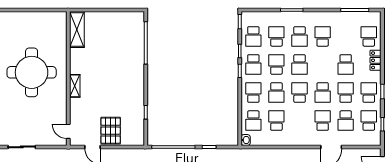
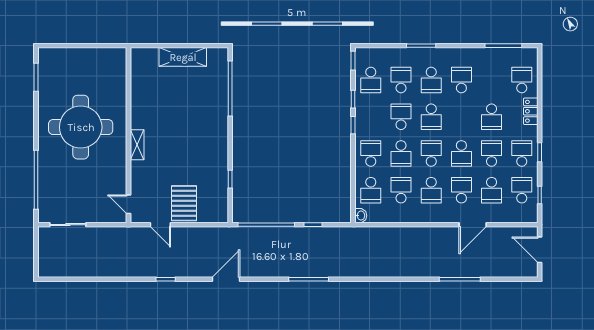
shelving: (77, 30) -> (183, 57), moved, turned 90
school desk: (253, 64) -> (431, 190), moved

